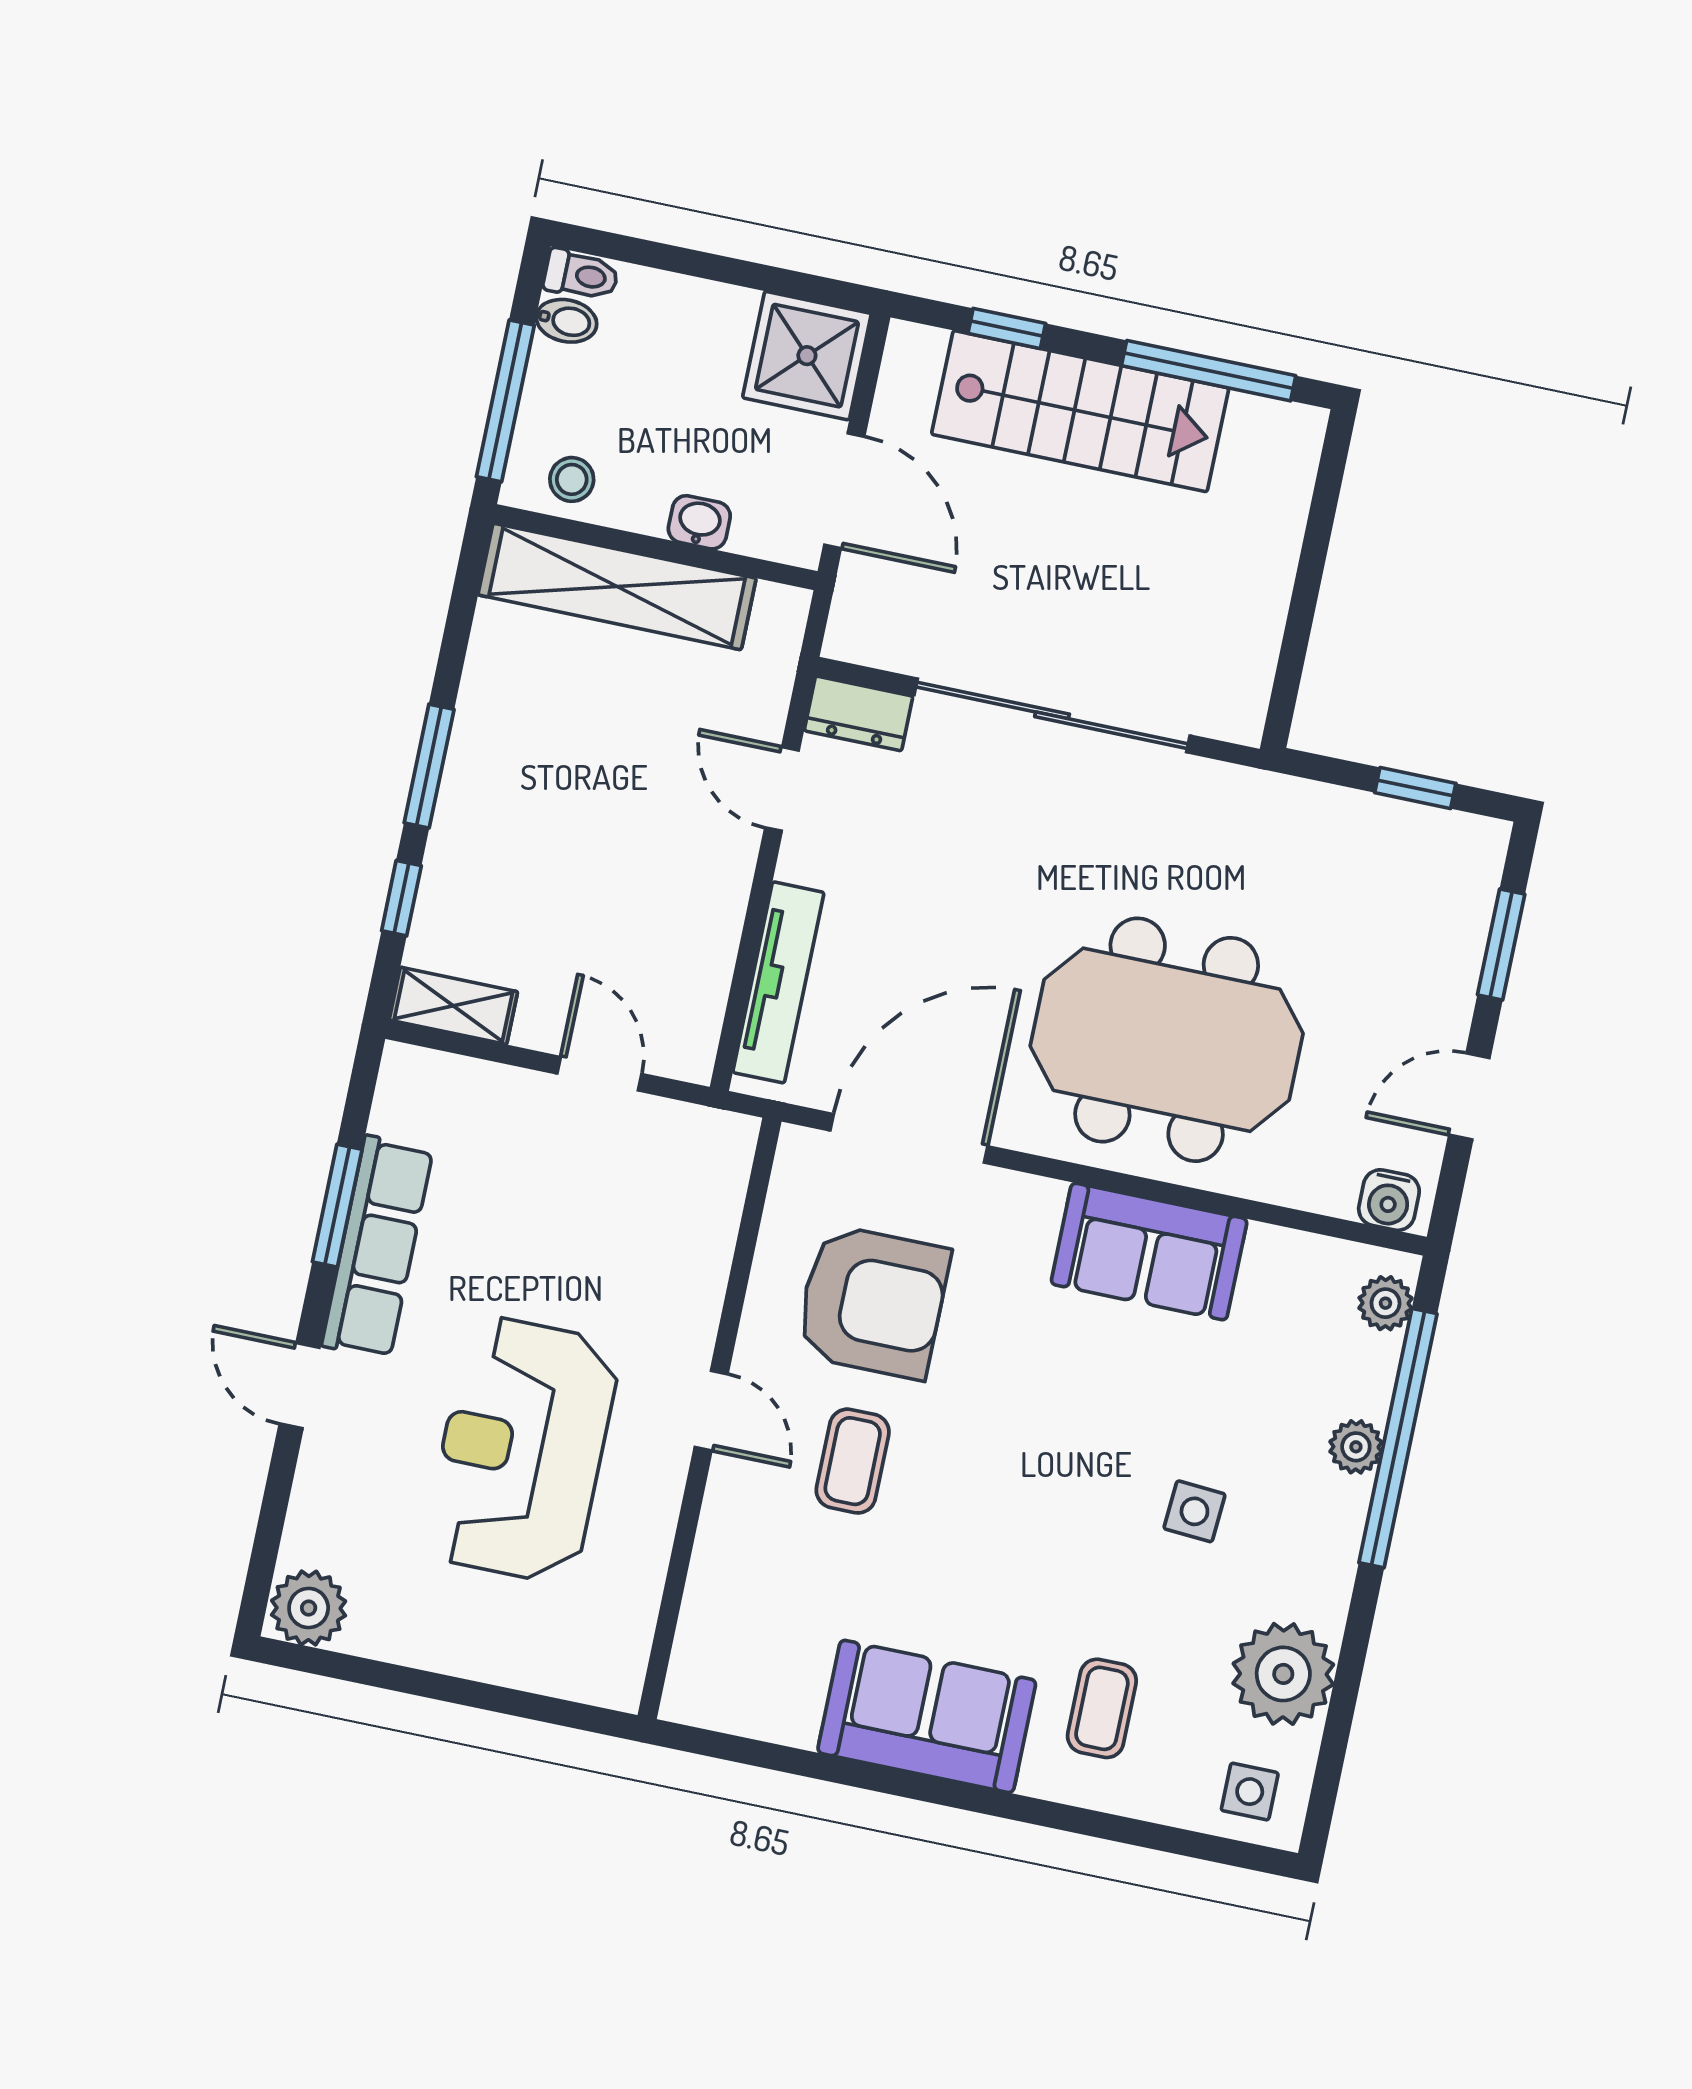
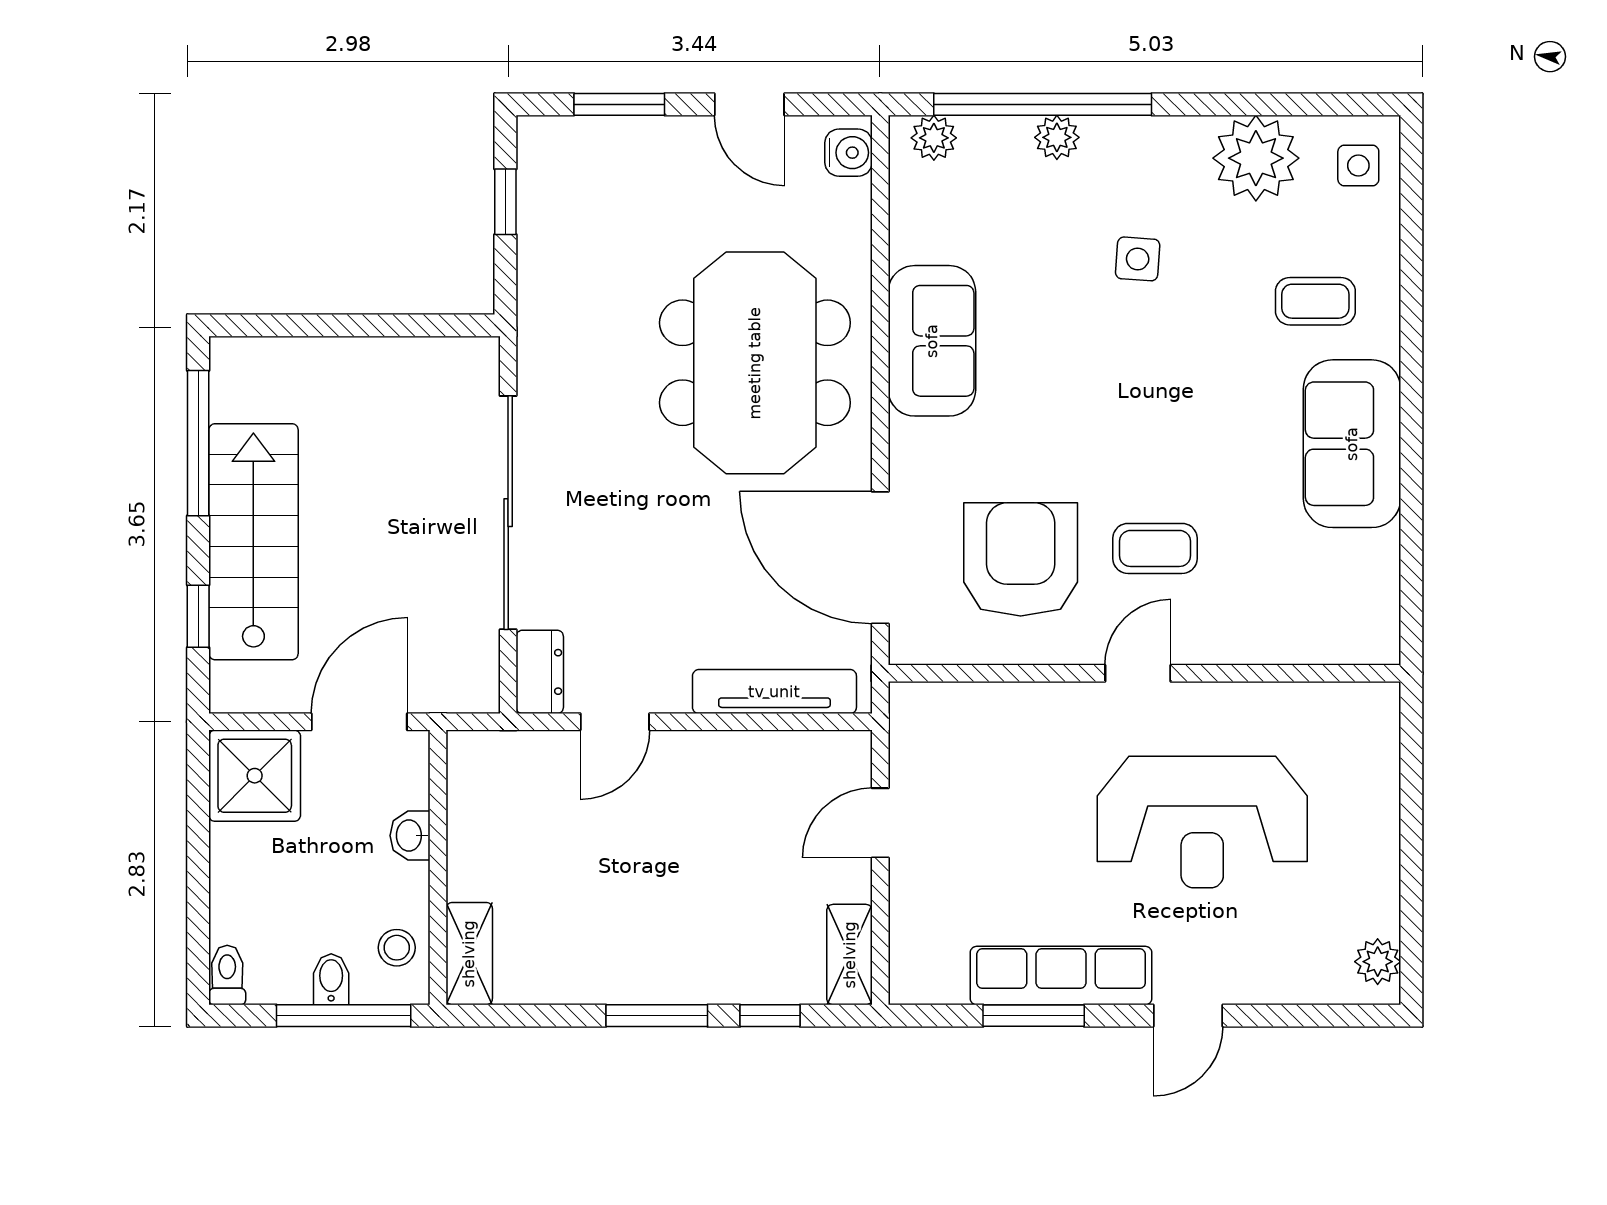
bidet: (566, 321) -> (331, 979), moved
shelving: (617, 587) -> (469, 954), width x0.45, depth x0.75
plant: (309, 1608) -> (1378, 962), width x0.73, depth x0.73

